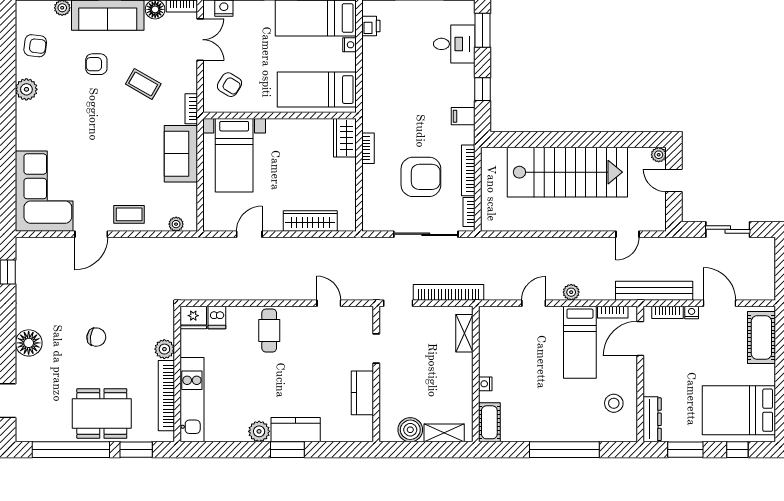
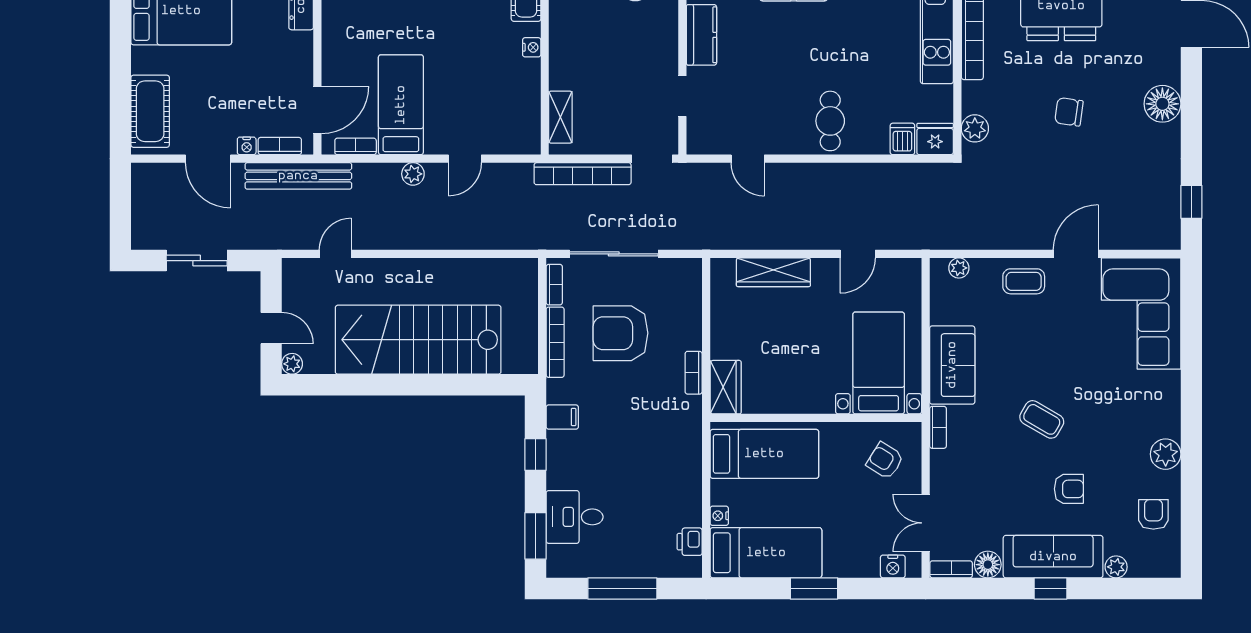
armchair: (35, 46) -> (1153, 514), turned 83
coffee table: (143, 84) -> (1042, 419), moved
plant: (164, 349) -> (975, 128), moved
stool: (614, 403) -> (354, 20), removed

